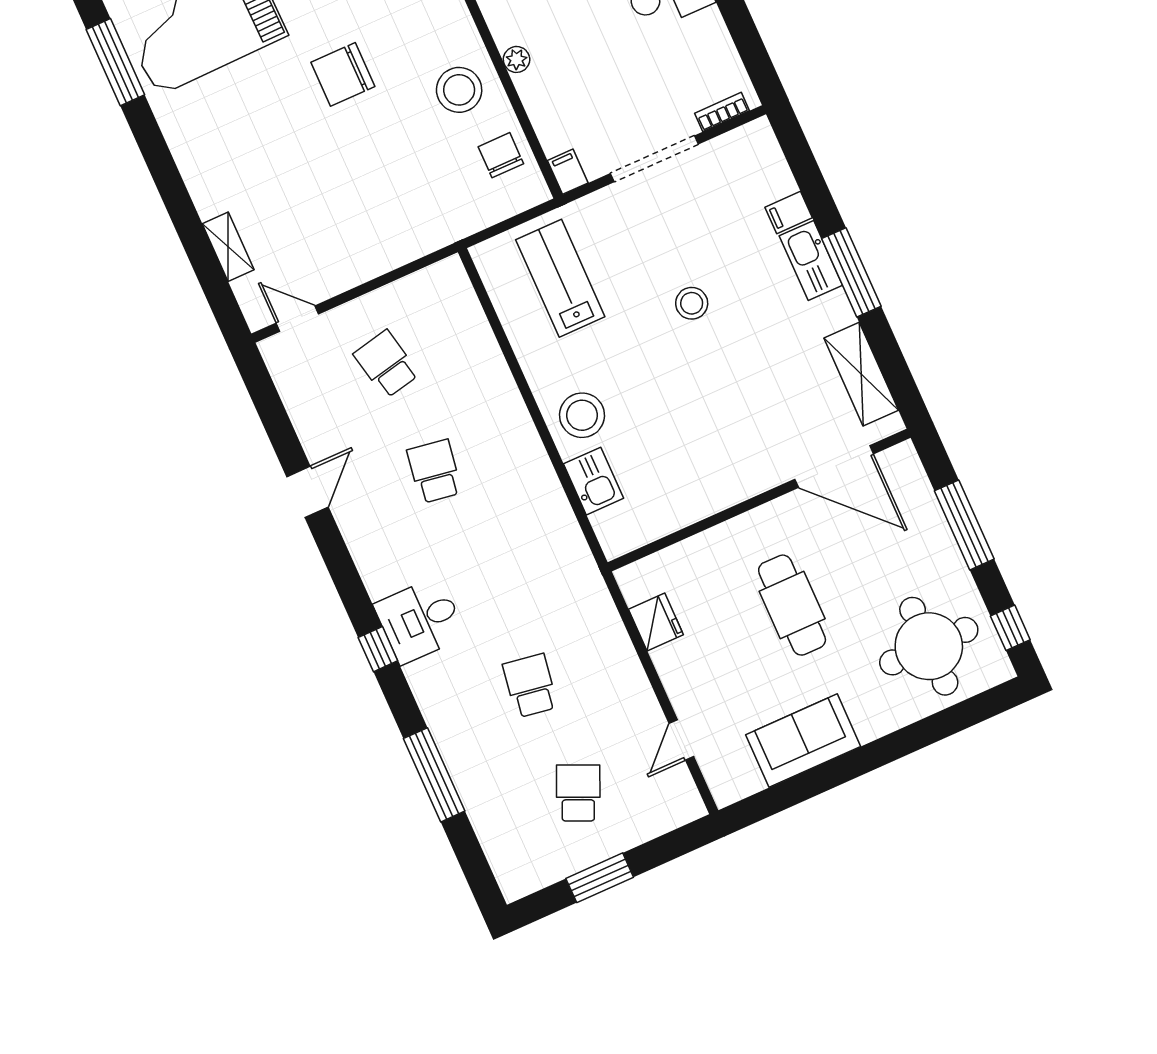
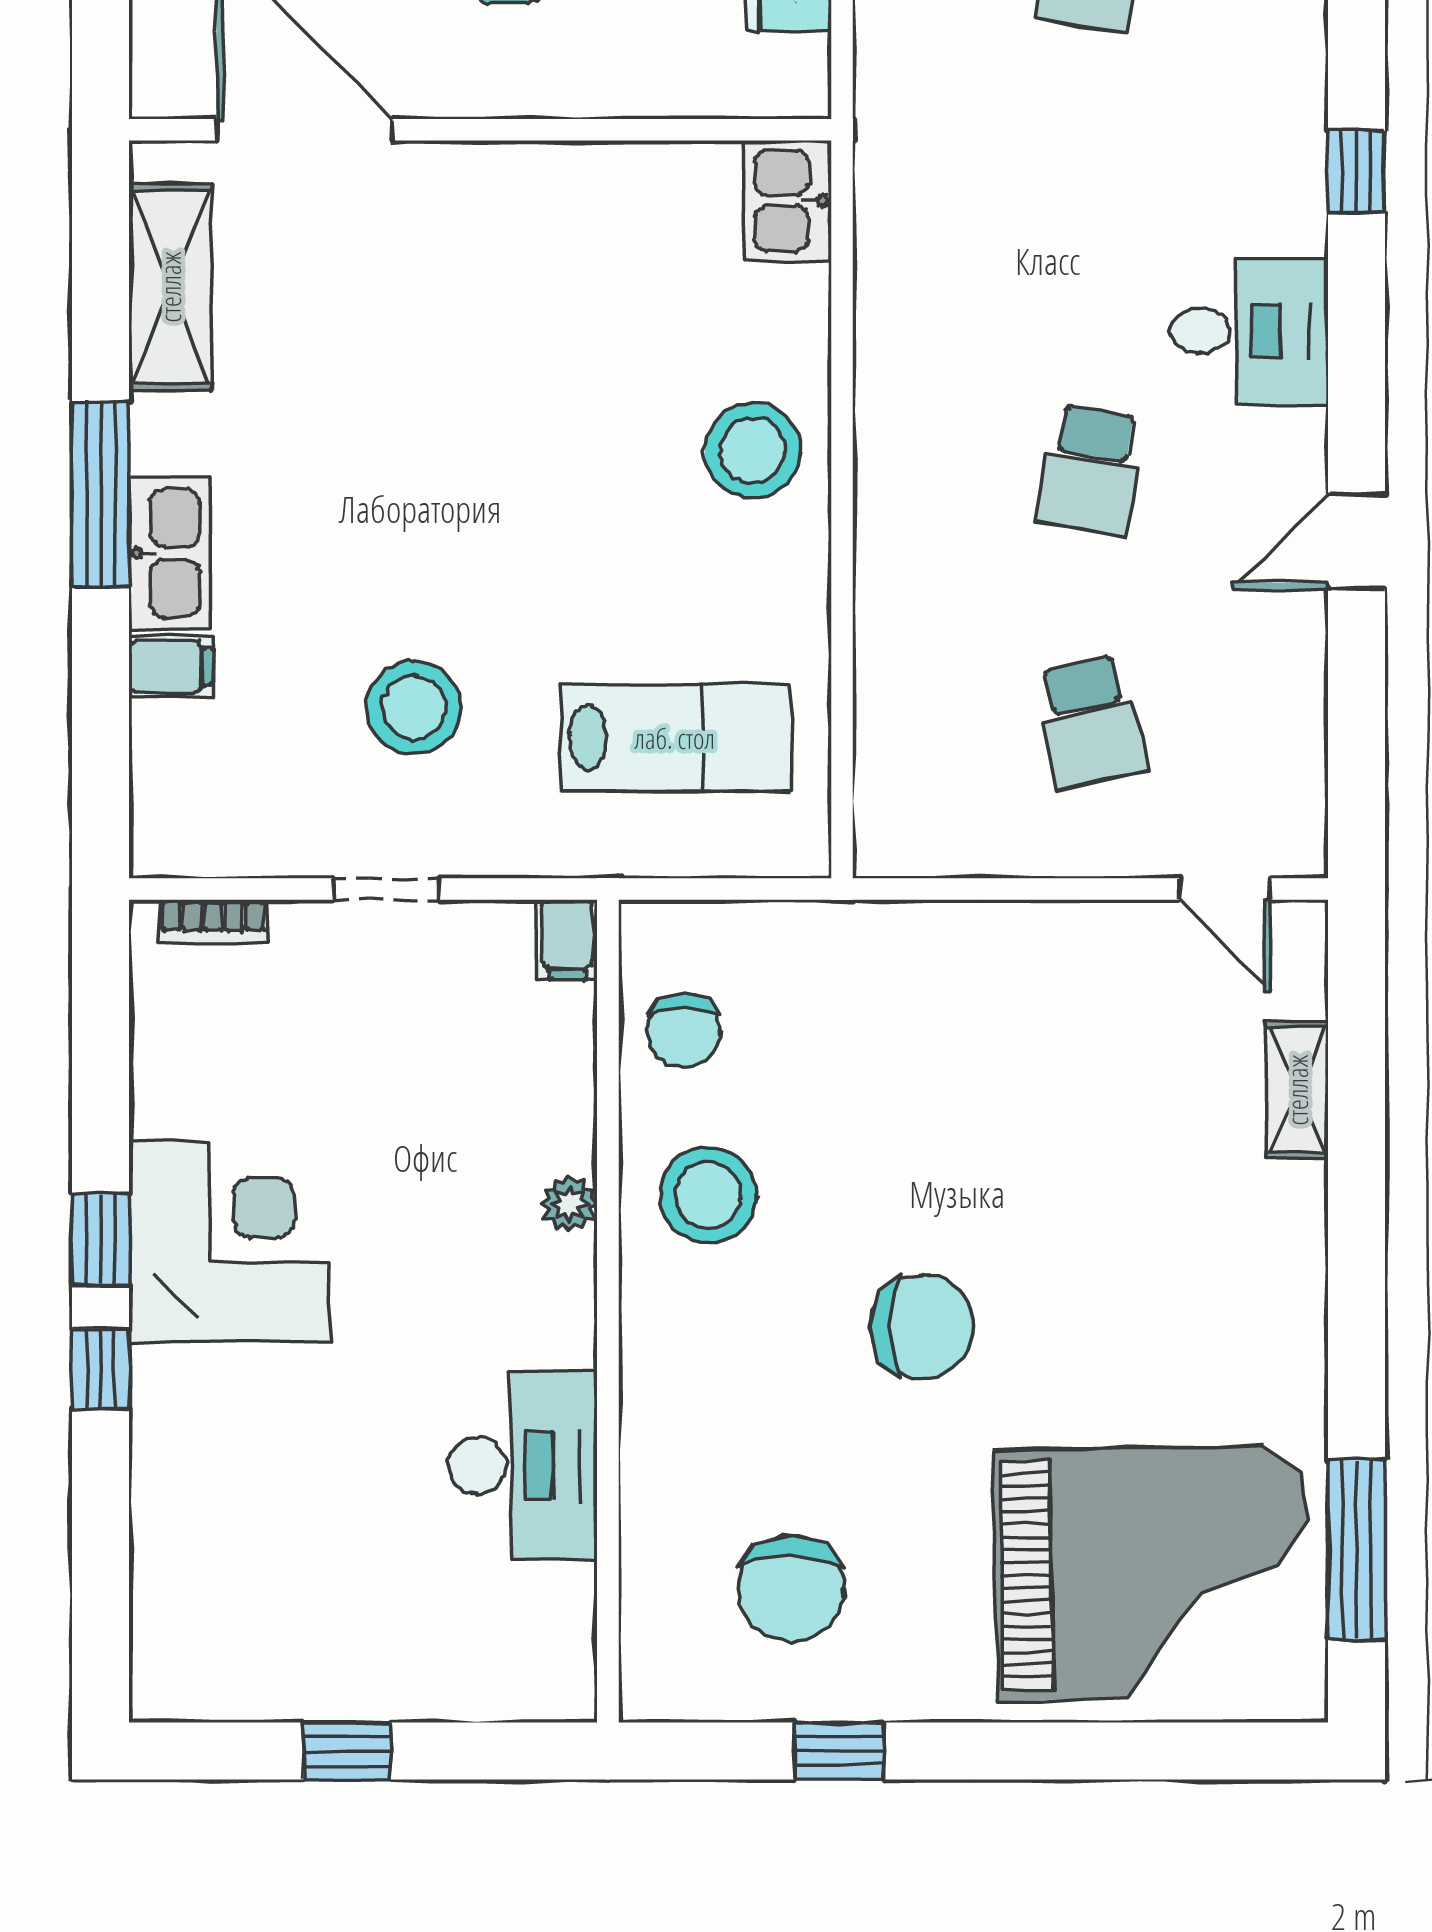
doorway: (654, 159) -> (386, 889), width x0.53
lab bench: (560, 278) -> (675, 738), turned -90
stool: (692, 303) -> (414, 708), moved, width x1.38, depth x1.38
kitchen sink: (593, 481) -> (788, 201), moved
desk: (420, 620) -> (1249, 331), moved

